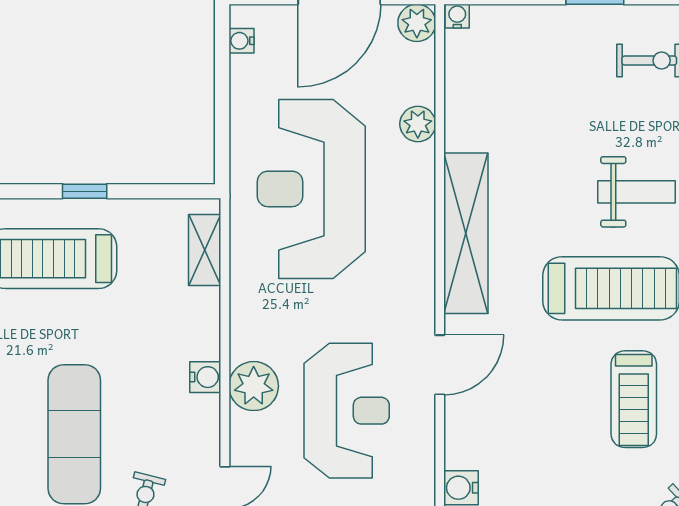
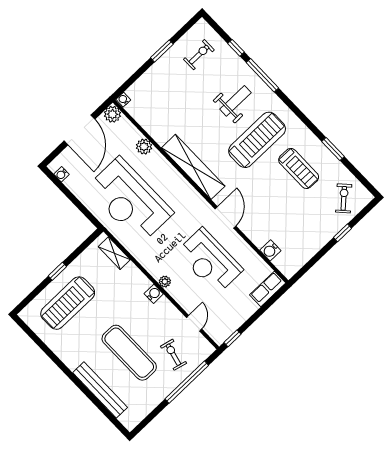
plant: (254, 386) -> (165, 282), width x0.53, depth x0.53
reception desk: (347, 411) -> (210, 261), turned 180

